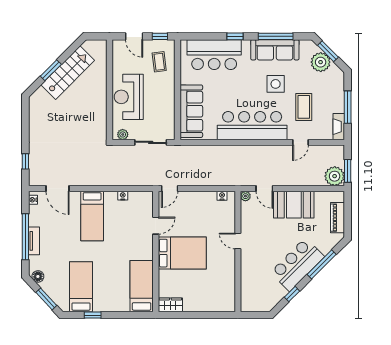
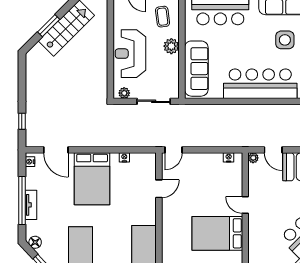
plant: (168, 90) -> (171, 46), added
bed: (92, 216) -> (92, 179), width x1.50
bed: (182, 253) -> (217, 233), moved, turned 180

